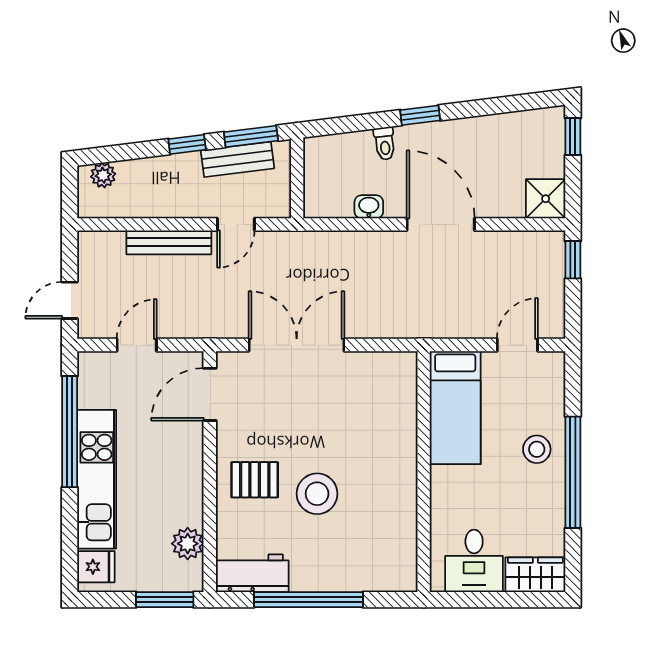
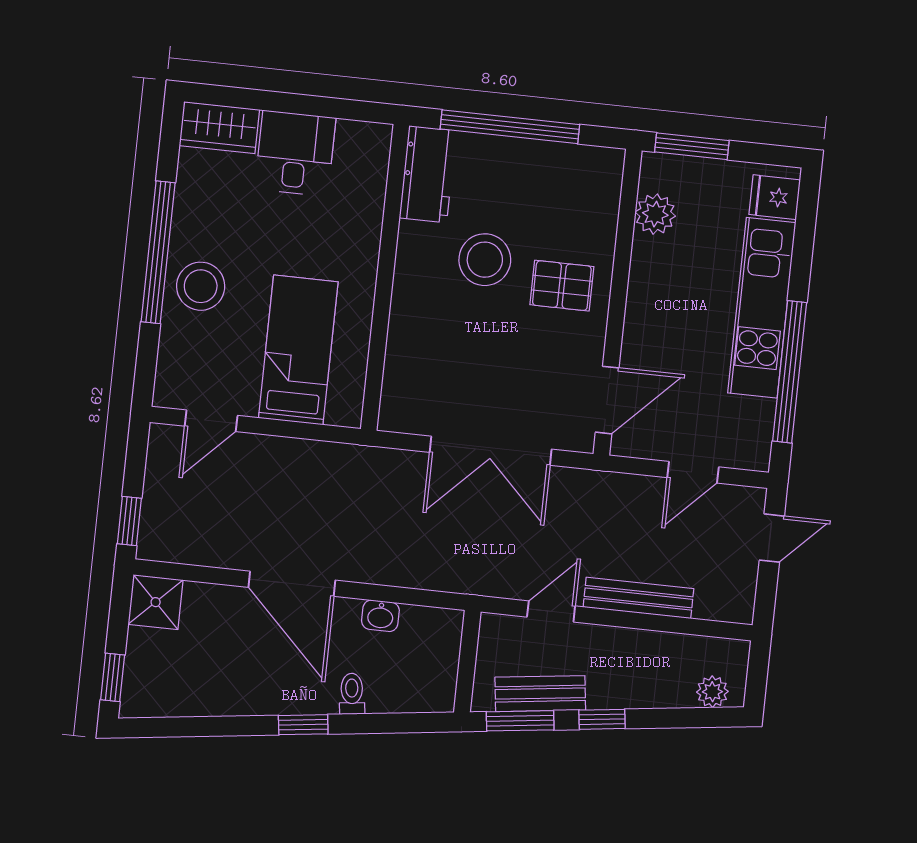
stool: (537, 449) -> (201, 286), width x1.38, depth x1.38
wall: (424, 472) -> (385, 277), moved
workbench: (252, 573) -> (428, 174), moved, turned -90

